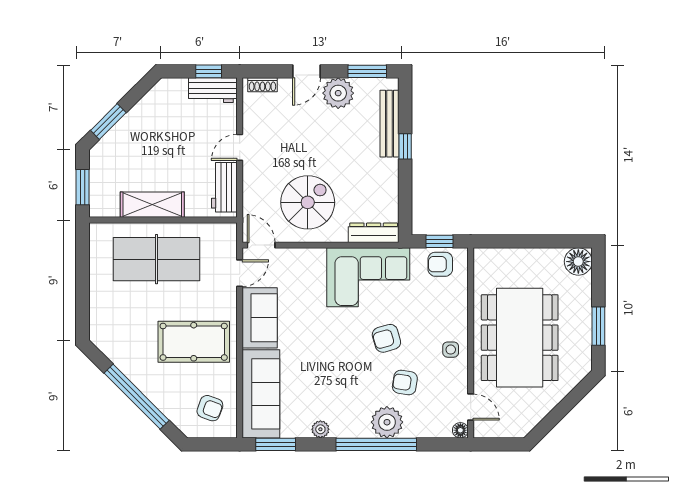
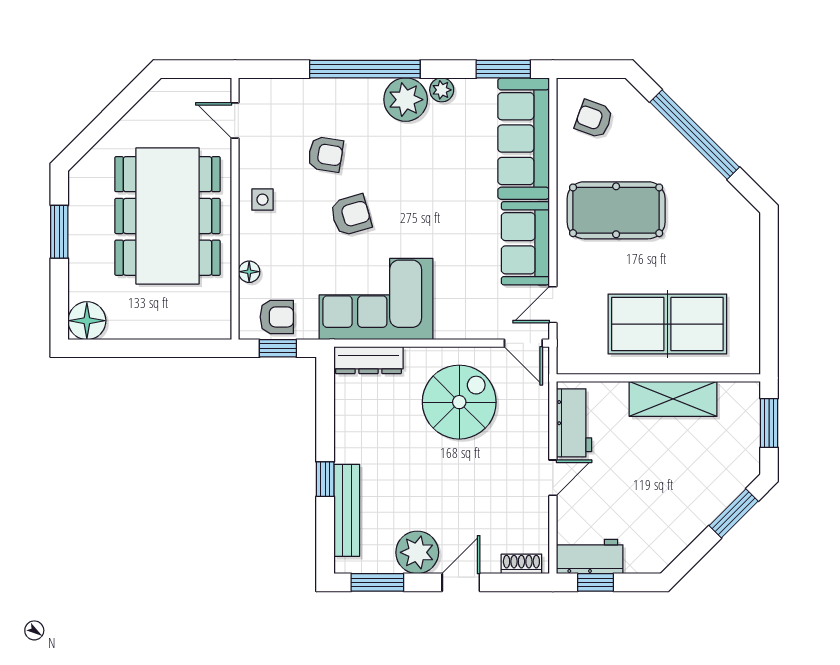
spiral stairs: (308, 202) -> (459, 402), turned 180
plant: (387, 422) -> (406, 100), moved
floor lamp: (460, 430) -> (249, 272), moved

